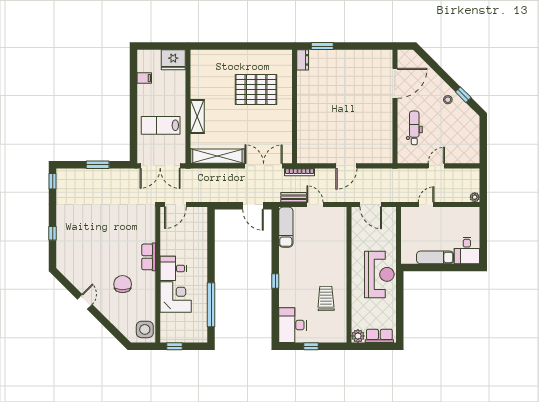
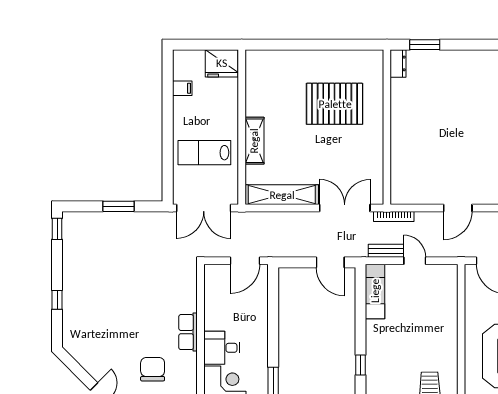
door: (175, 205) -> (245, 261), moved

